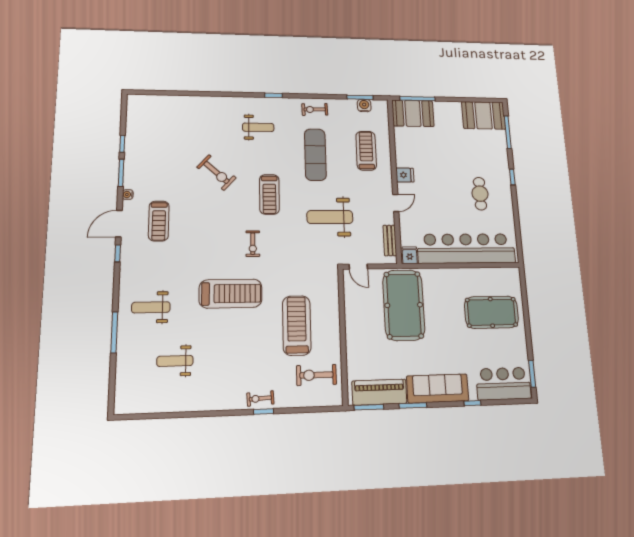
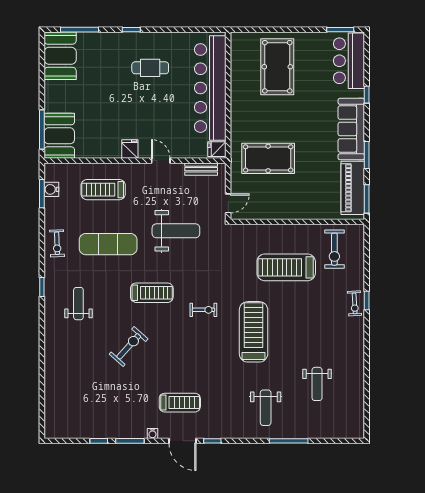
weight bench: (330, 217) -> (176, 231), turned -90
pool table: (404, 305) -> (268, 158), width x0.73, depth x0.76

